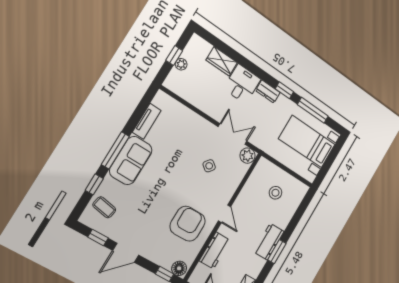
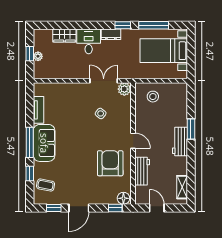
stool: (275, 193) -> (153, 97), moved
window: (277, 252) -> (191, 129), moved

